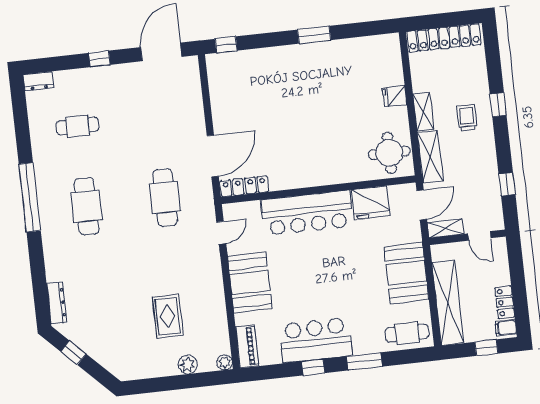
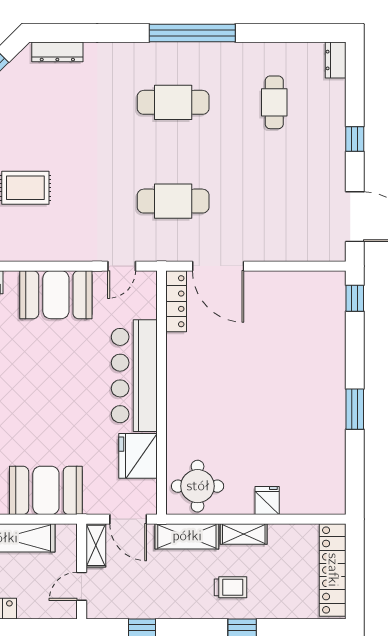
door: (221, 233) -> (122, 266), hinge flipped

